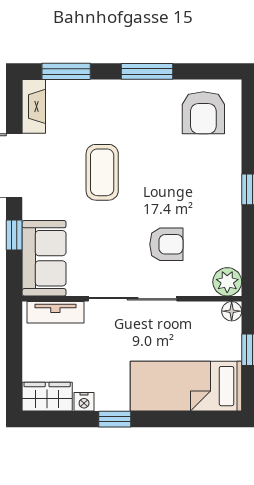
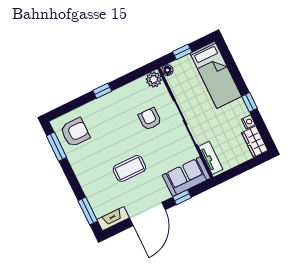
window: (147, 71) -> (57, 147), moved

